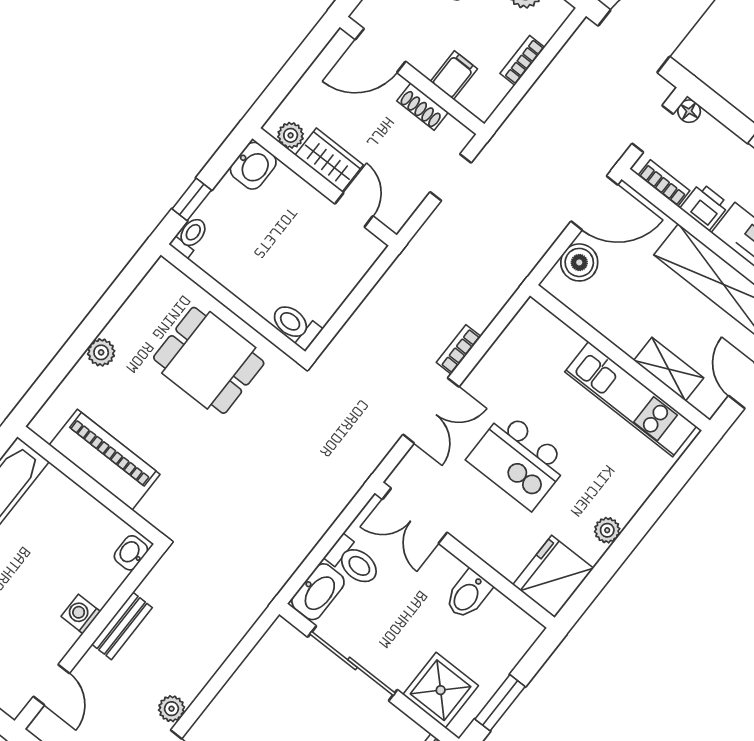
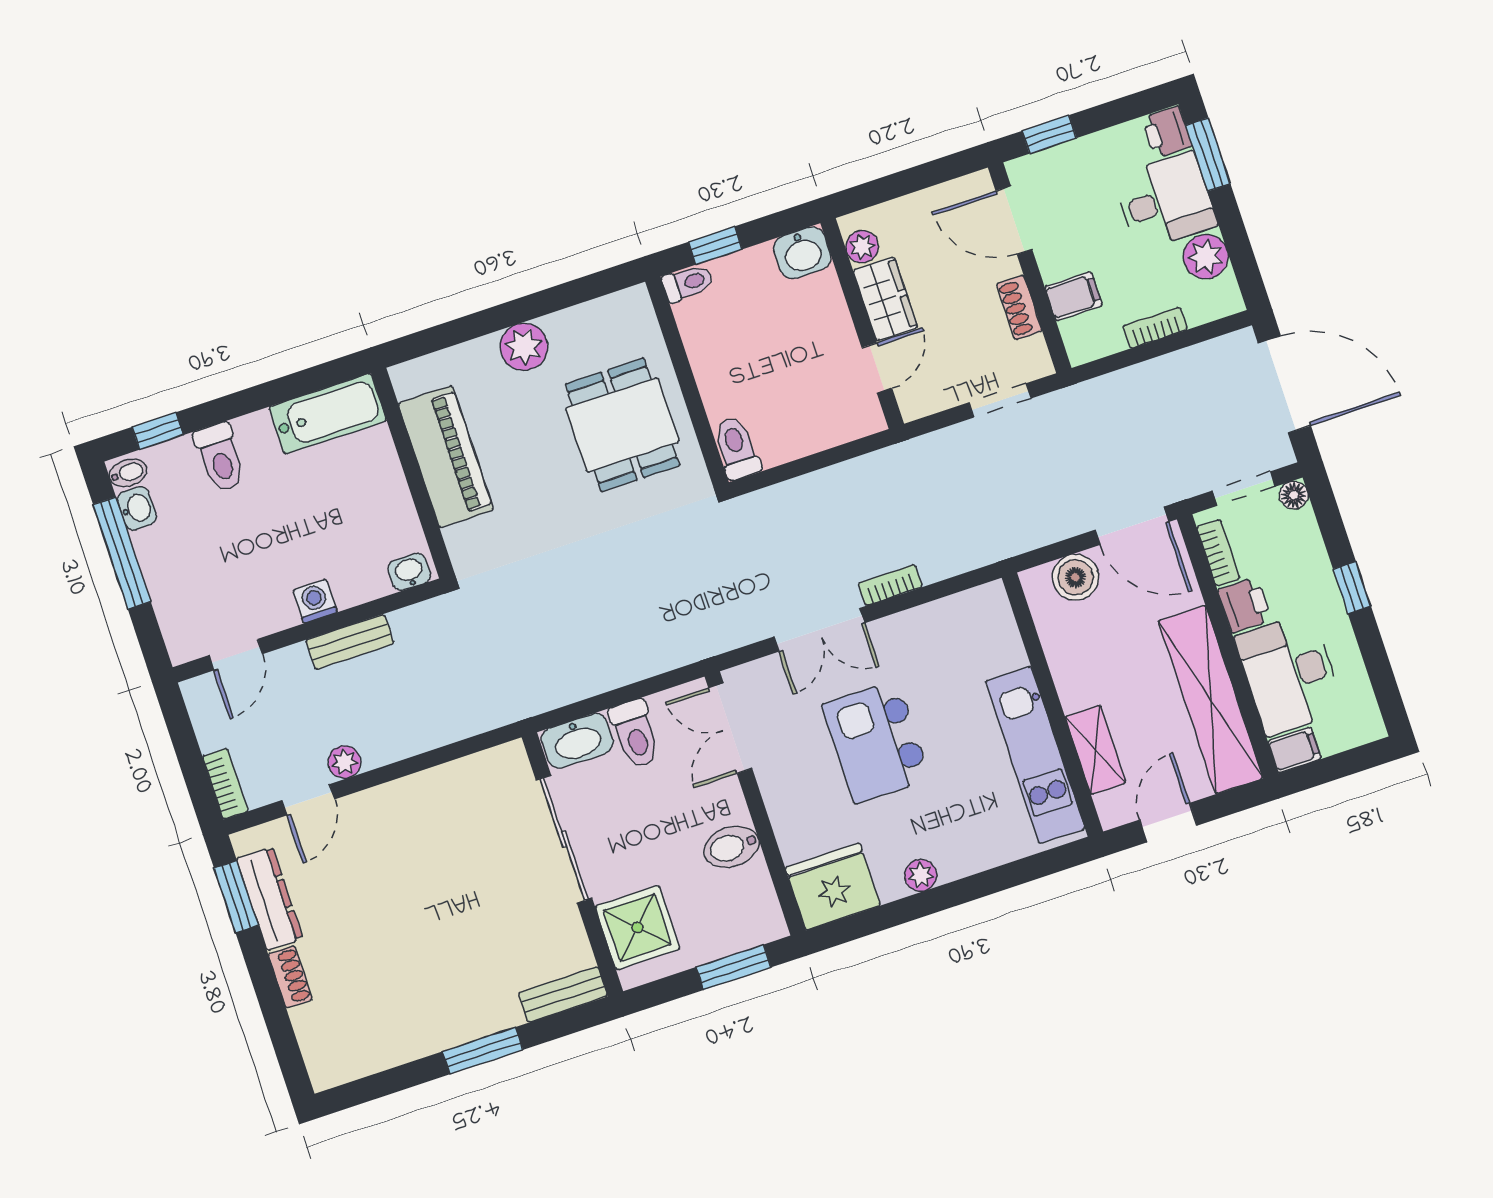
plant: (101, 352) -> (524, 347), width x1.38, depth x1.38
window: (500, 703) -> (734, 967), moved

